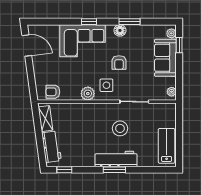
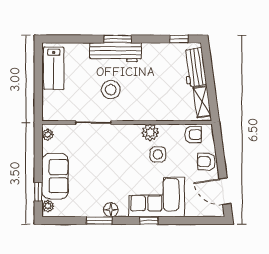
armchair: (119, 63) -> (206, 162), moved, turned -90
side table: (106, 85) -> (158, 154), moved

